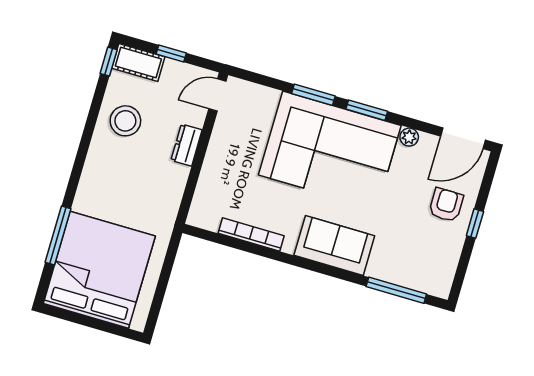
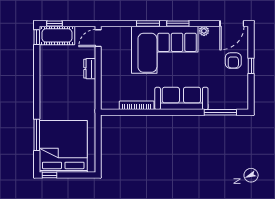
window: (171, 53) -> (55, 23), moved
cot: (138, 62) -> (57, 35), width x1.37, depth x1.34
stool: (125, 121) -> (54, 65), removed
armchair: (446, 205) -> (233, 61), turned 180
sofa: (334, 245) -> (181, 98), width x1.36
window: (60, 313) -> (49, 175), added

